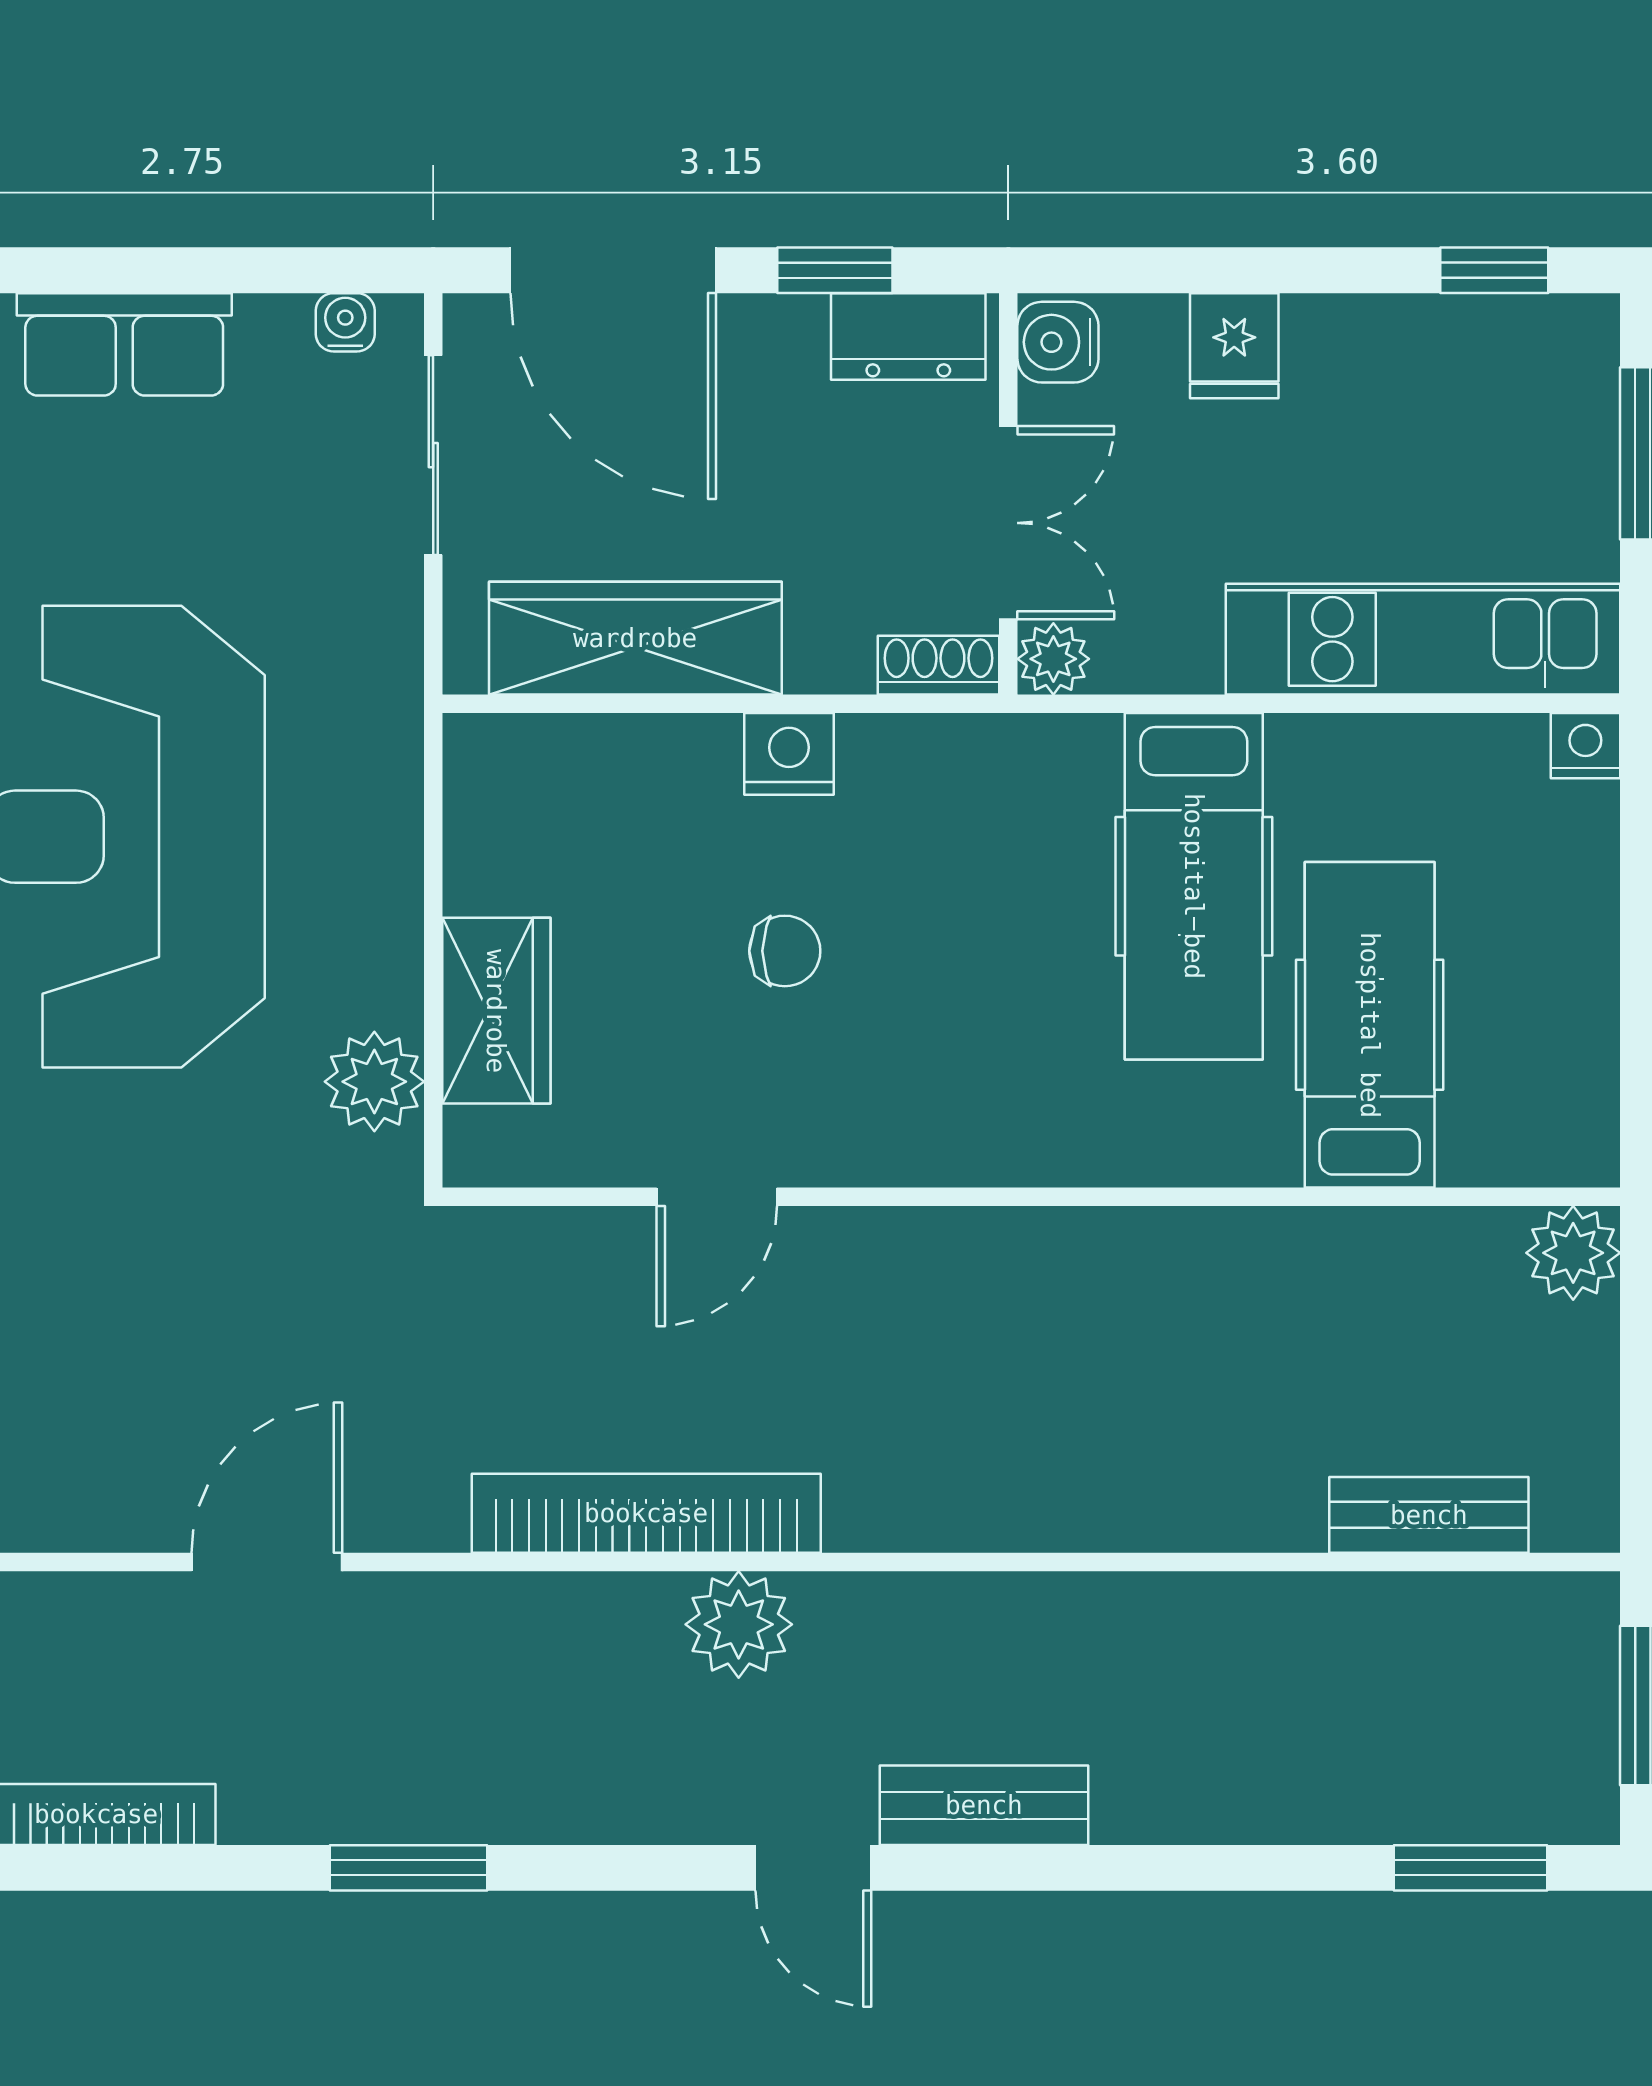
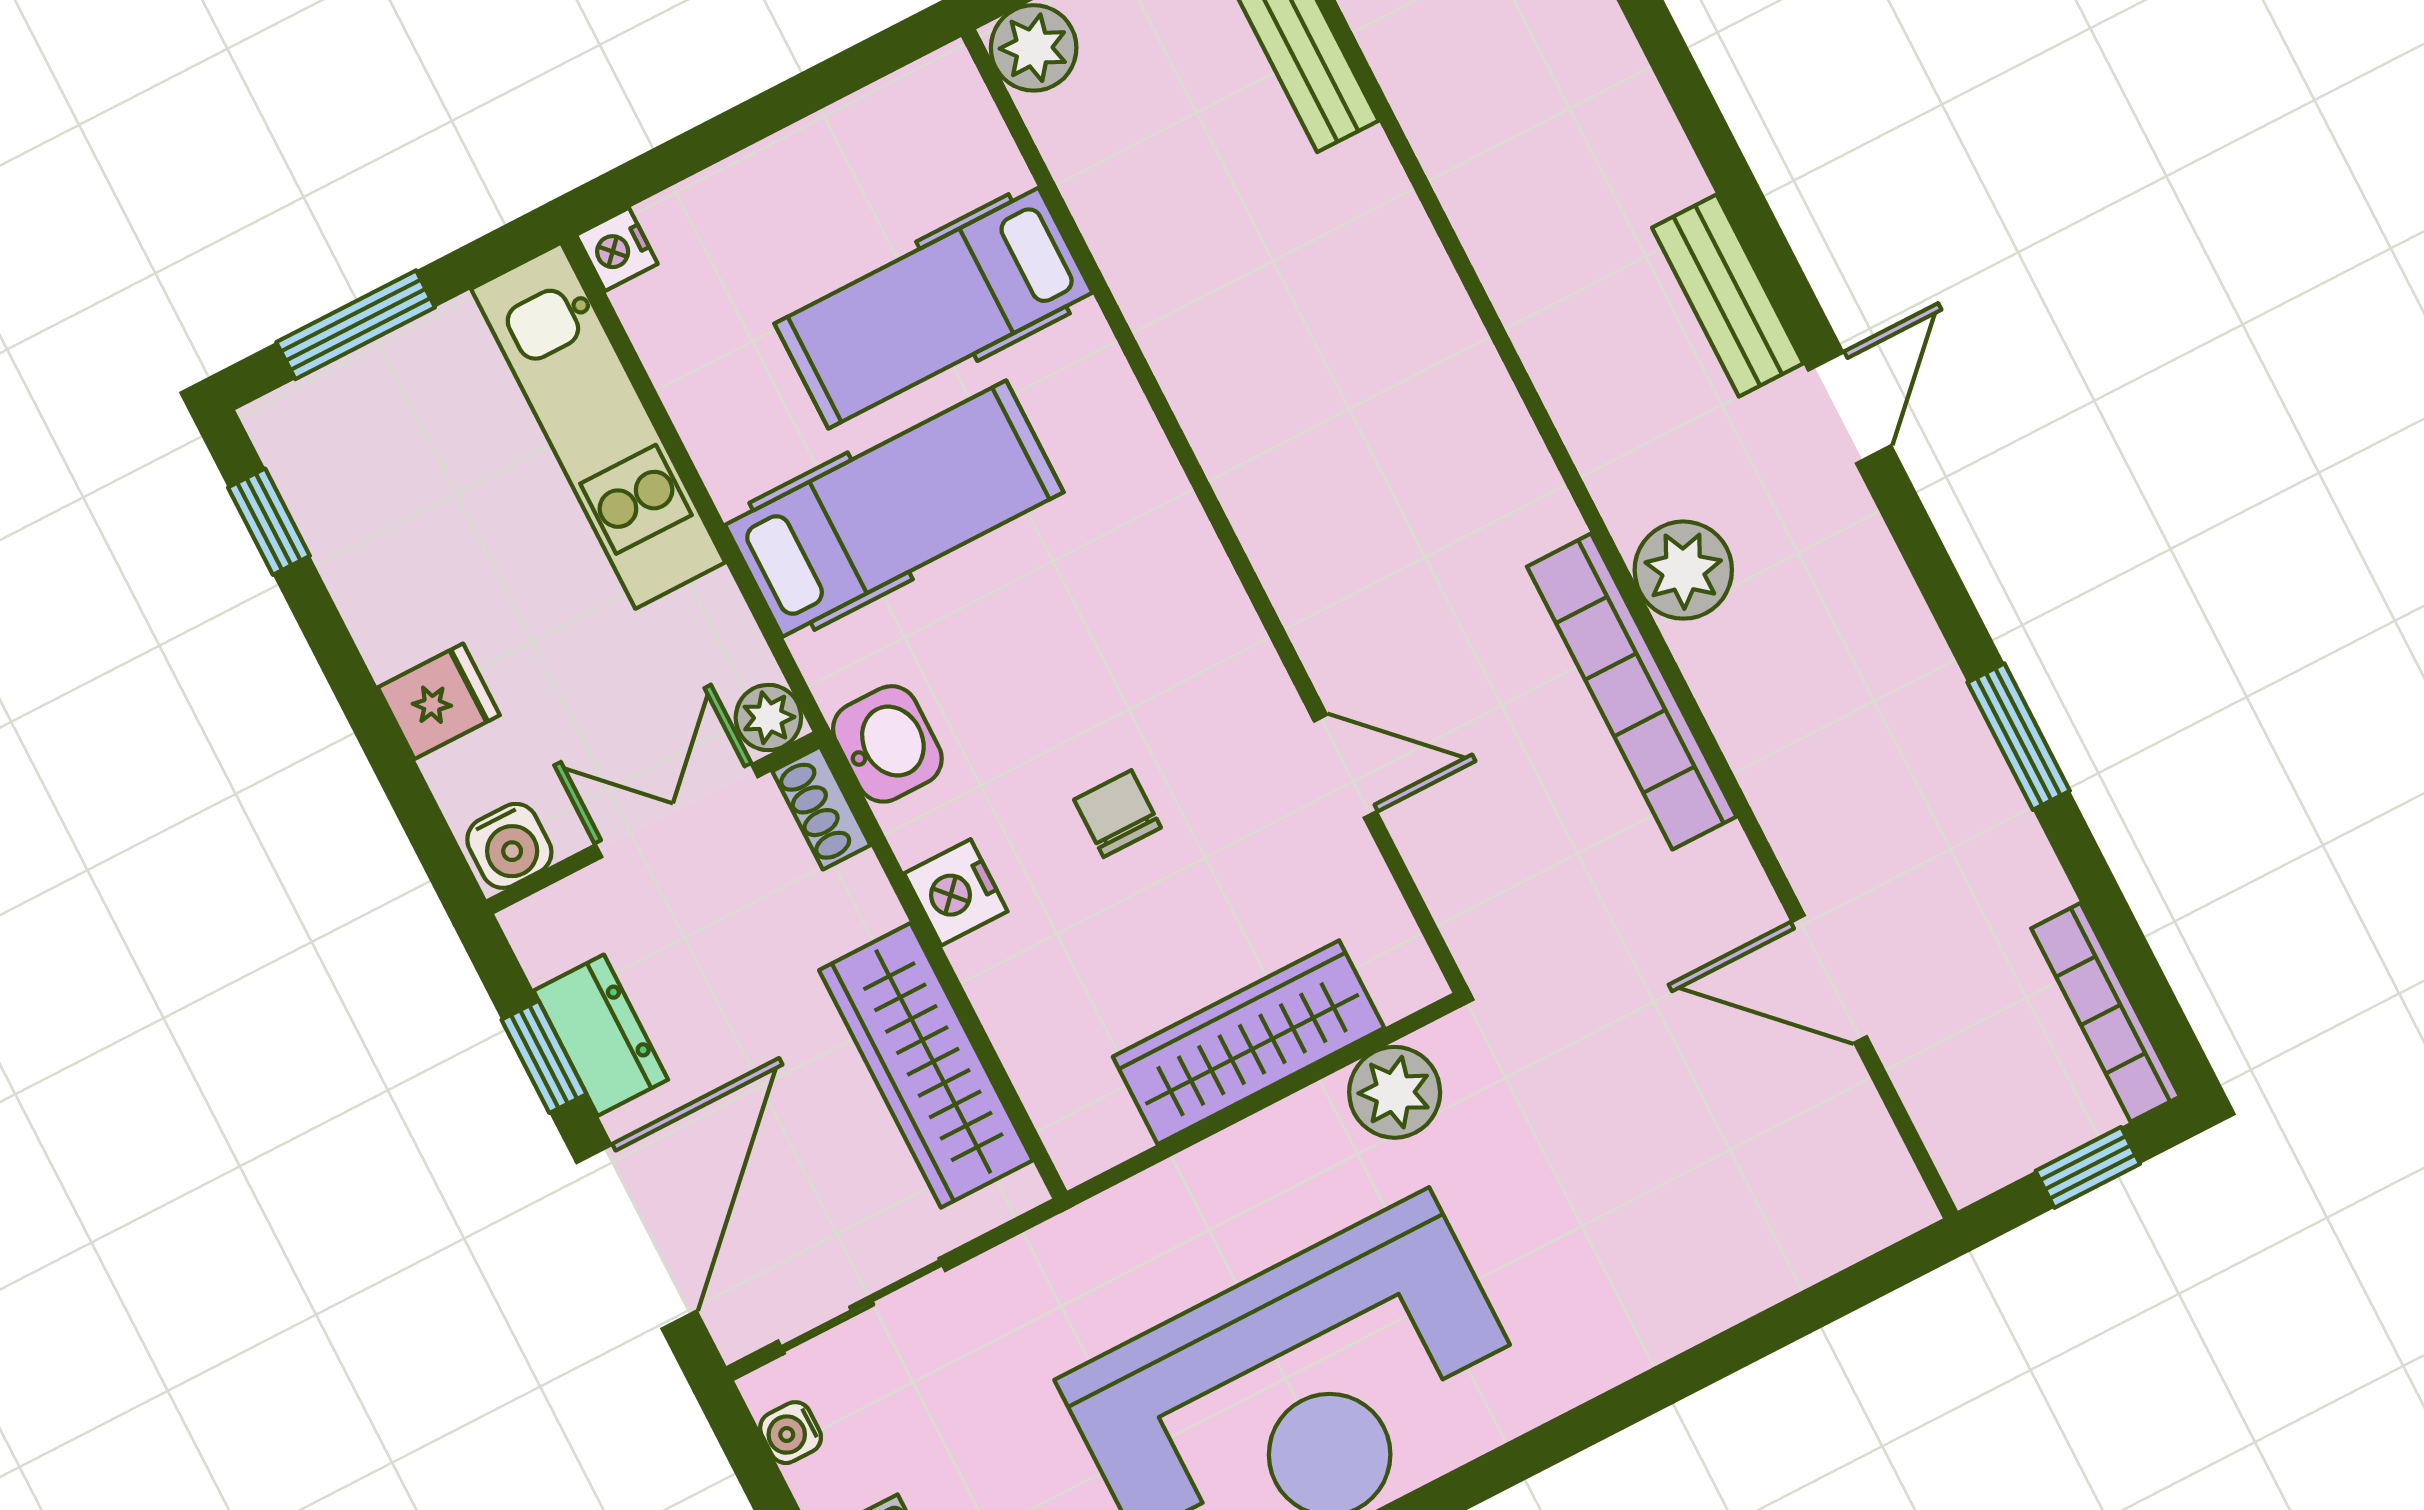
dresser: (908, 336) -> (601, 1035), moved
washbasin: (968, 762) -> (887, 744), added
wardrobe: (496, 1011) -> (1248, 1042), width x1.50

